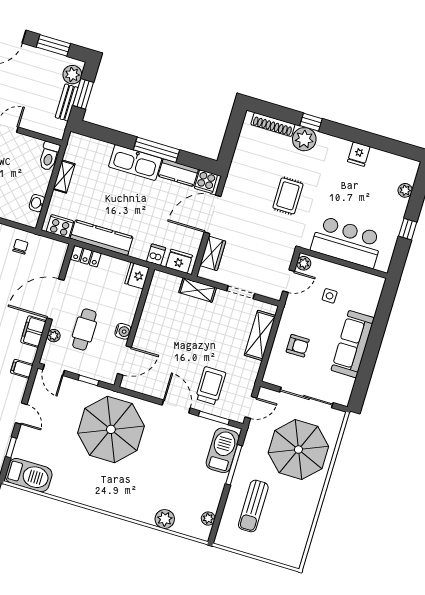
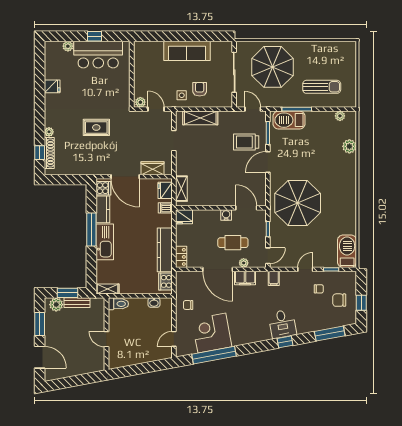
window: (311, 122) -> (40, 153), moved
plant: (304, 139) -> (49, 132), width x0.53, depth x0.53
shelving: (64, 177) -> (108, 289), moved
bar counter: (347, 242) -> (98, 55), moved, turned -90
shelving: (198, 290) -> (181, 189), moved
side table: (330, 296) -> (182, 95), moved

